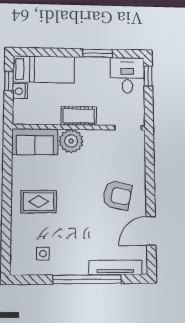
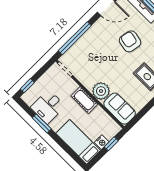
desk: (127, 75) -> (48, 107), moved
window: (9, 81) -> (111, 144), moved
window: (150, 168) -> (75, 38), added
armchair: (117, 196) -> (130, 41), moved

